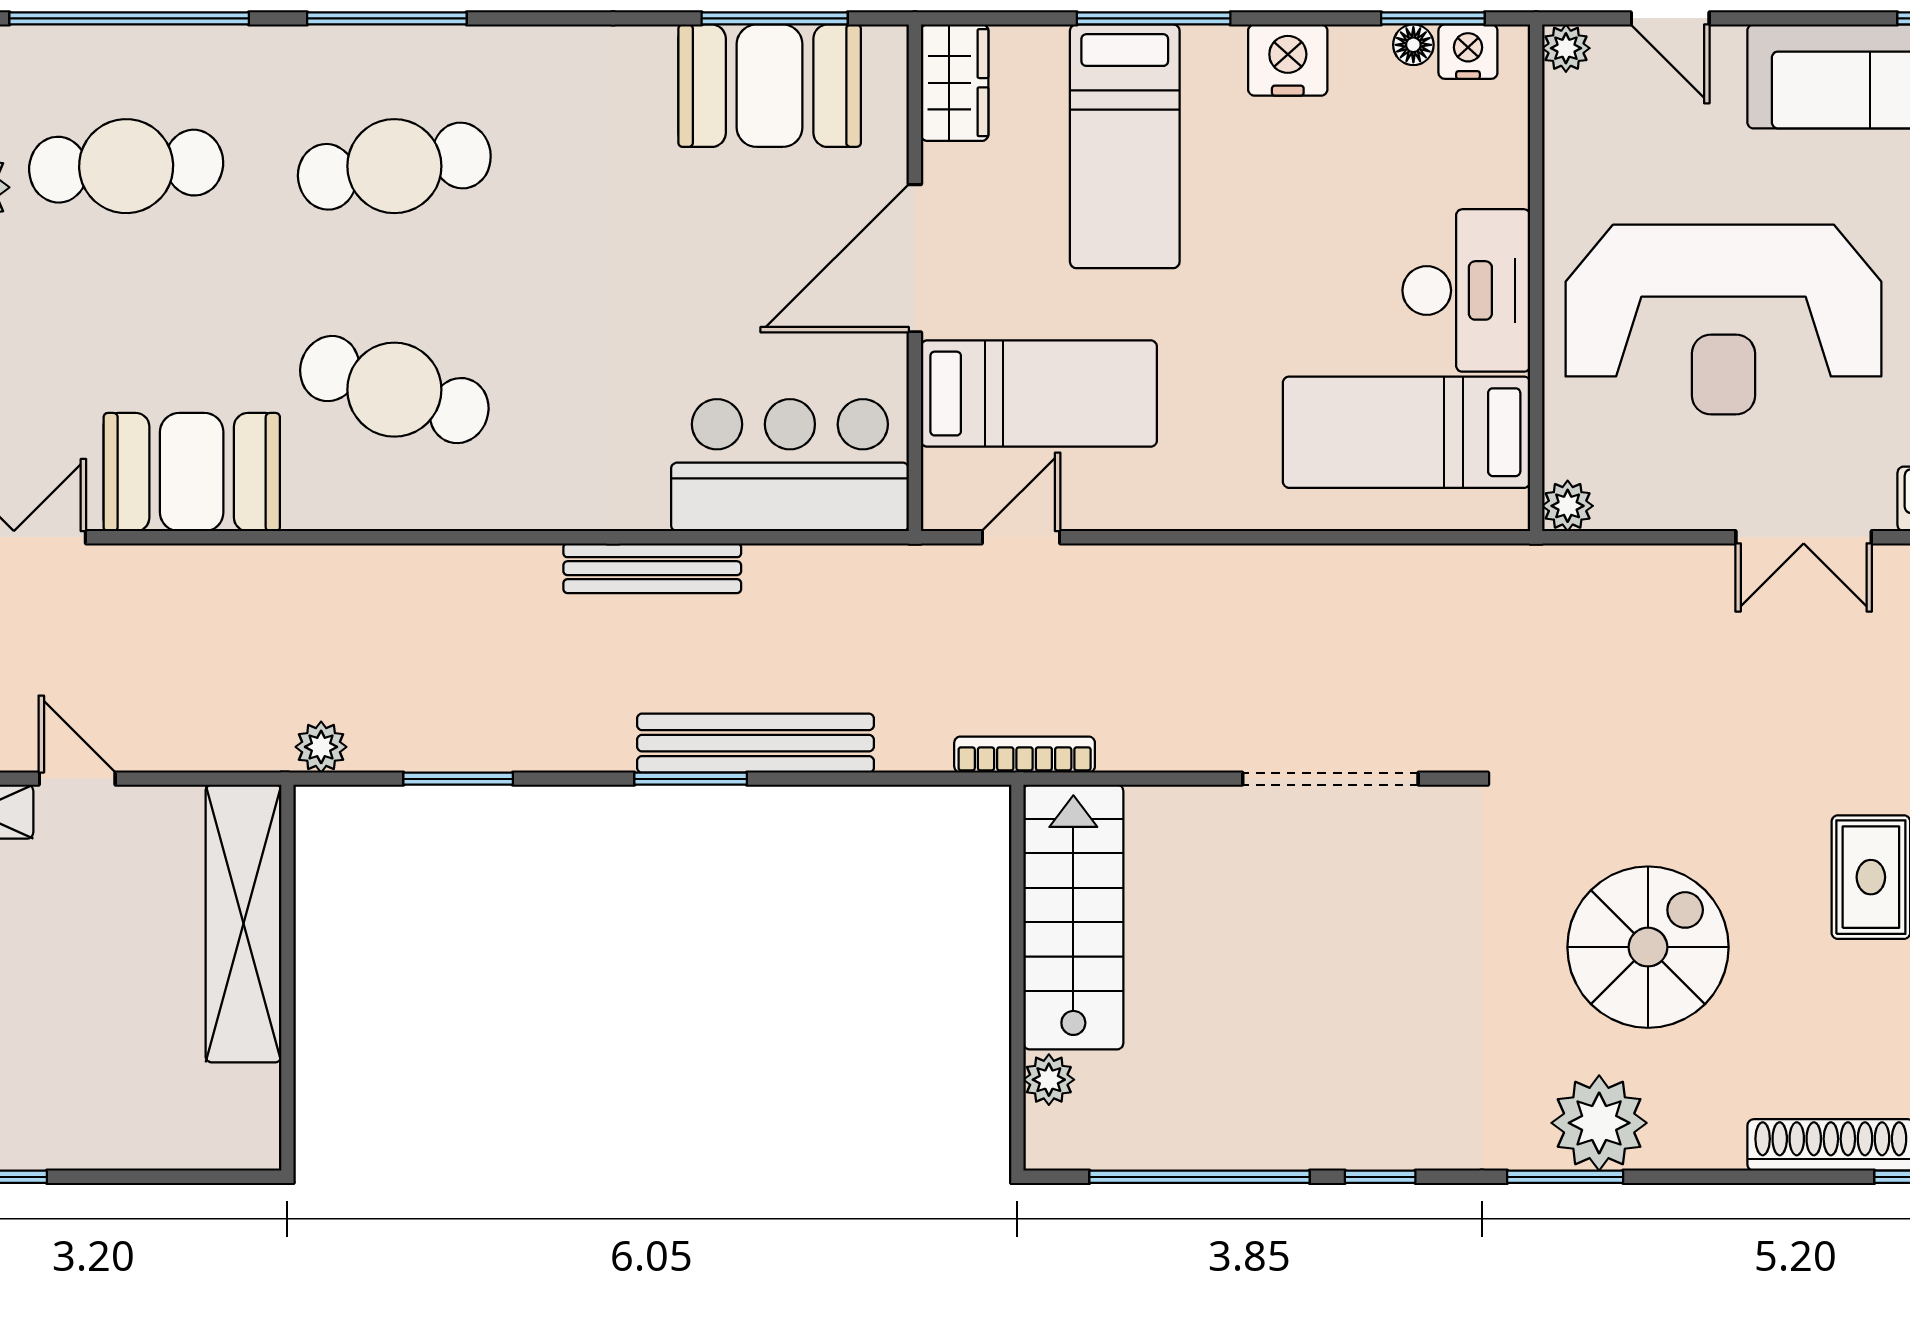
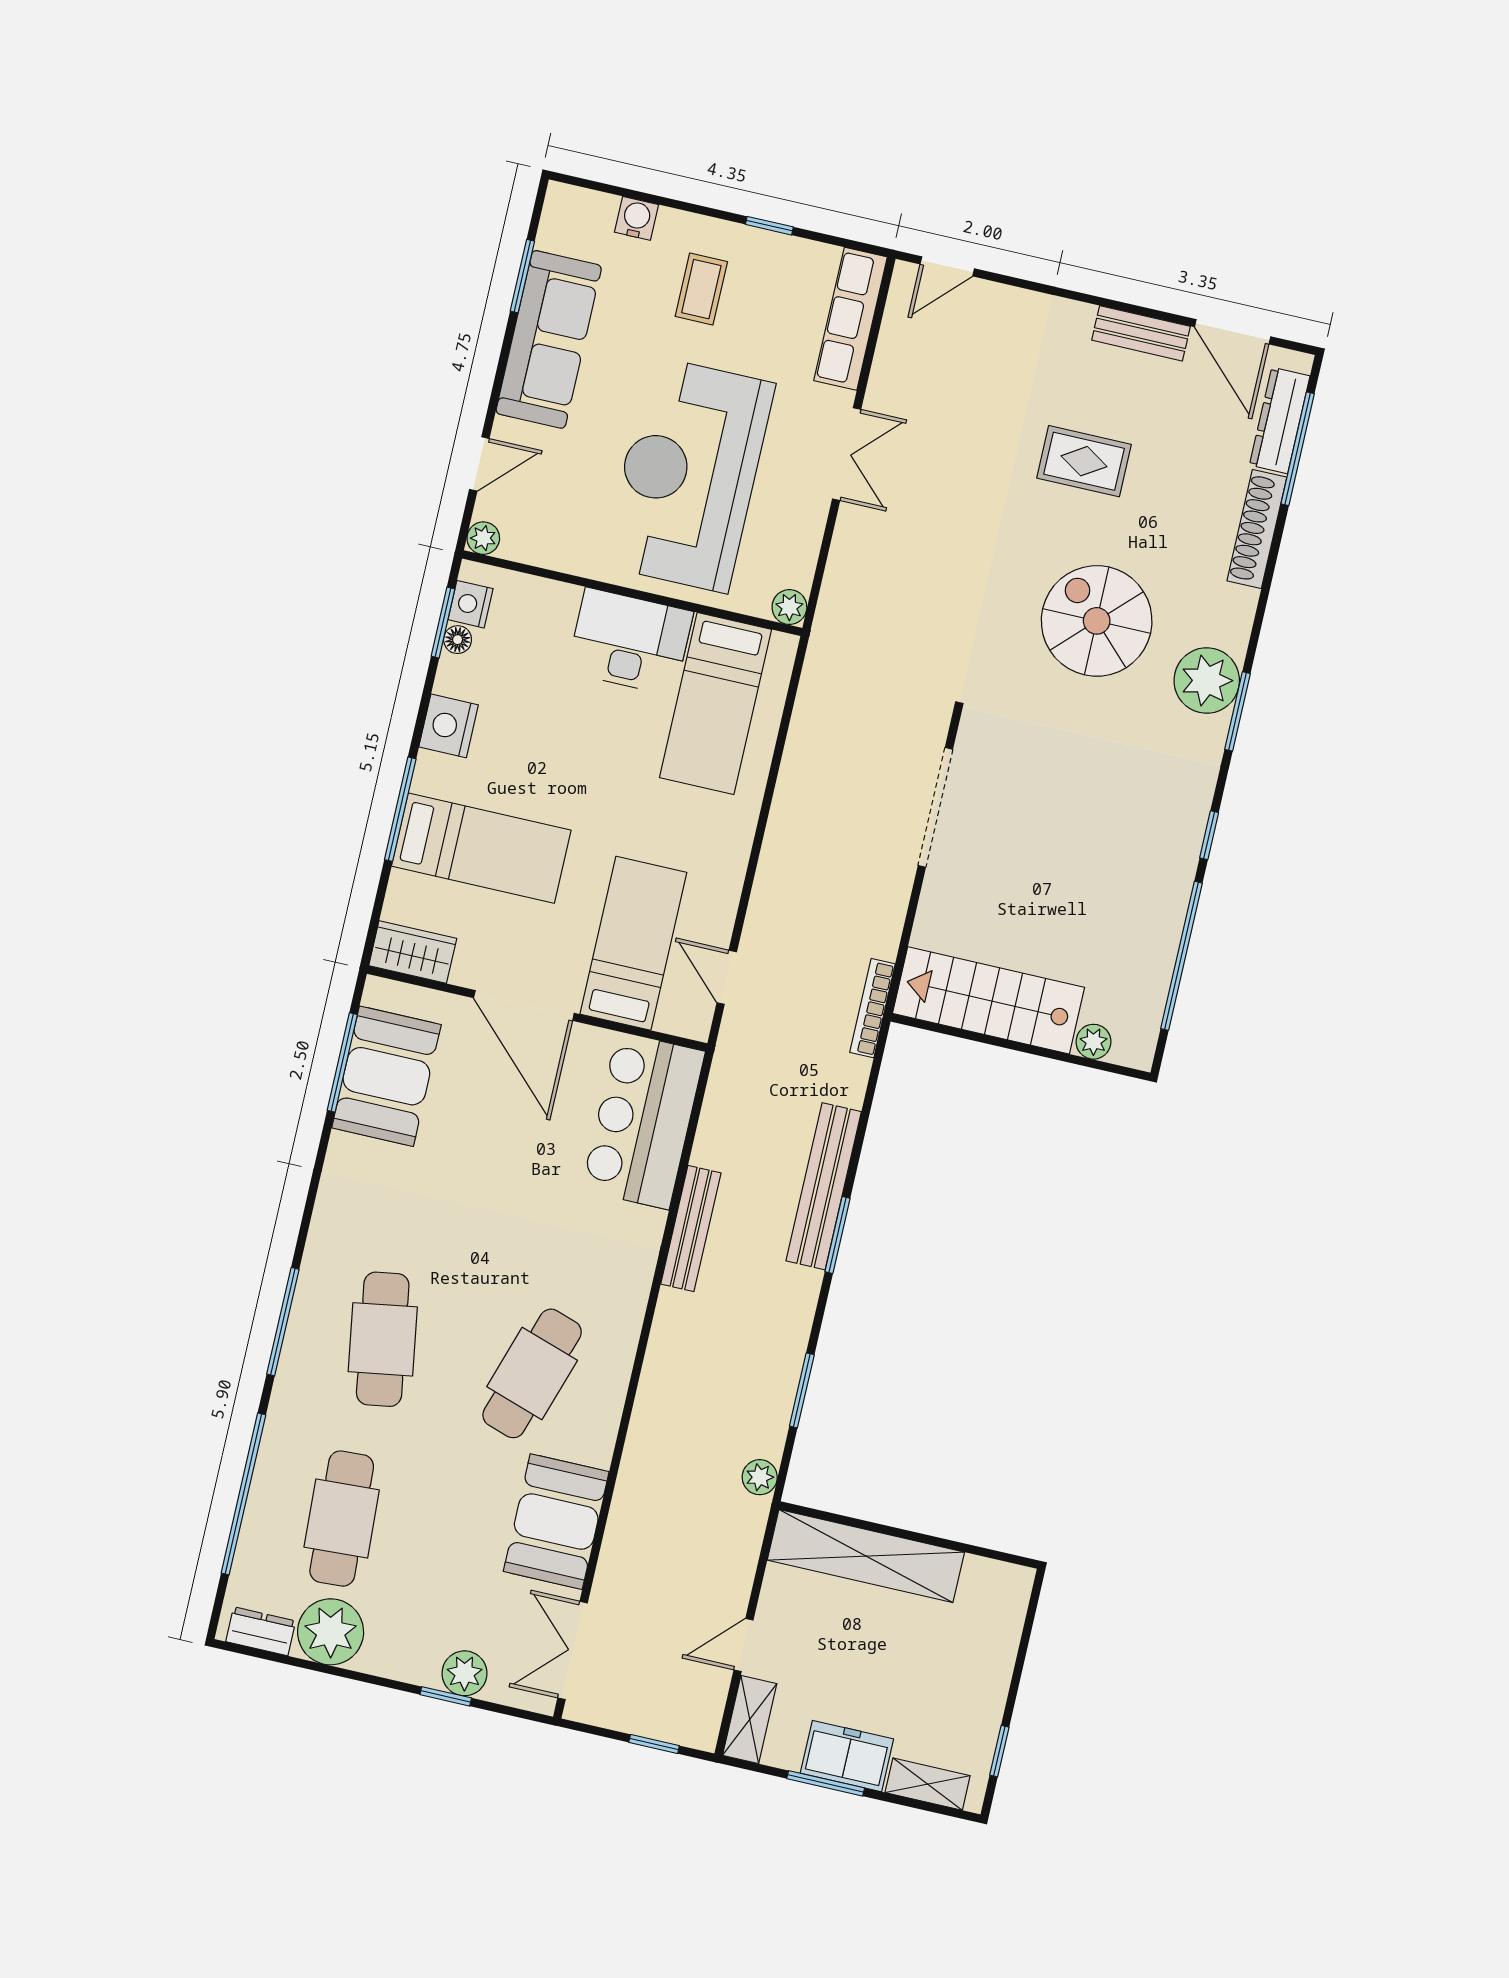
reception desk: (1723, 319) -> (689, 474), turned 180

